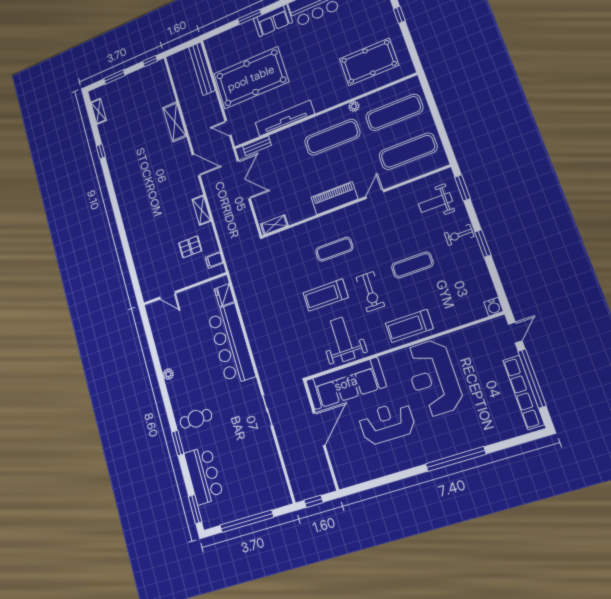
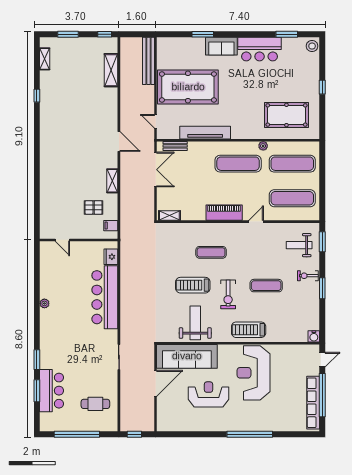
shelving: (175, 122) -> (111, 70), moved
cafe table: (196, 419) -> (95, 404), moved
window: (195, 509) -> (37, 391), moved

